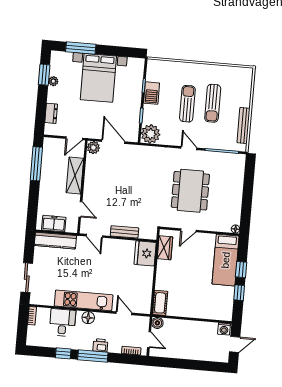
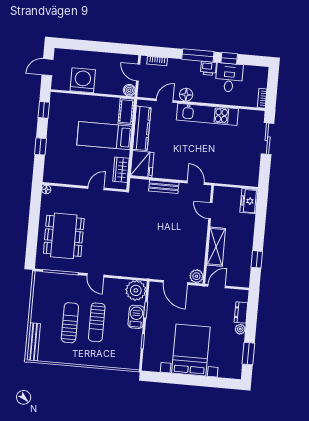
window: (81, 48) -> (209, 382), removed
plant: (53, 81) -> (240, 329), moved
barbecue: (152, 93) -> (136, 317), moved
bench: (243, 125) -> (34, 342), moved
window: (36, 164) -> (257, 259), width x0.46
dining table: (190, 191) -> (64, 236), moved
freezer: (54, 224) -> (249, 201), moved, turned 90
kitchen counter: (55, 241) -> (142, 128), moved, turned 90
bed: (226, 260) -> (104, 136), moved, turned -90
window: (239, 293) -> (44, 110), moved
door: (124, 313) -> (165, 101), swing flipped
floor lamp: (88, 318) -> (186, 95), moved
desk: (62, 323) -> (229, 78), moved, turned 180
washing machine: (224, 329) -> (83, 80), moved, width x1.89, depth x1.89
printer: (100, 345) -> (208, 68), moved

